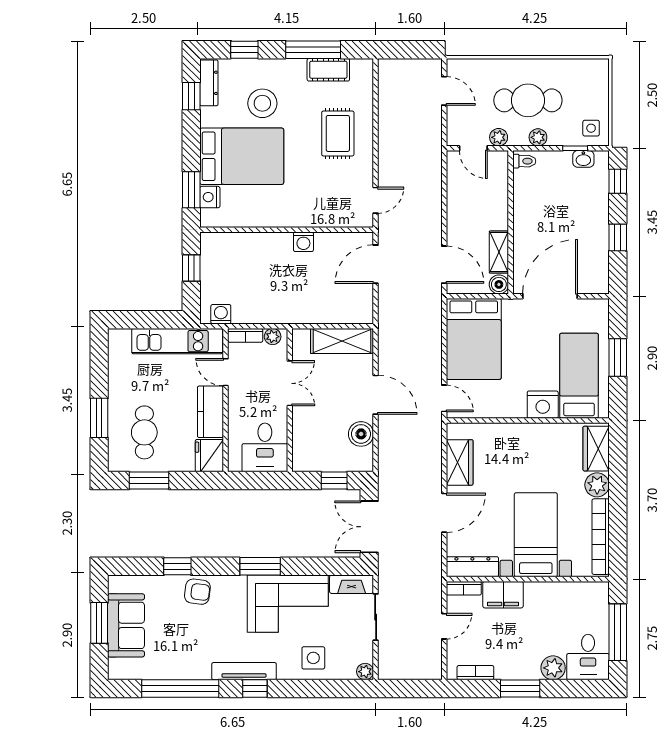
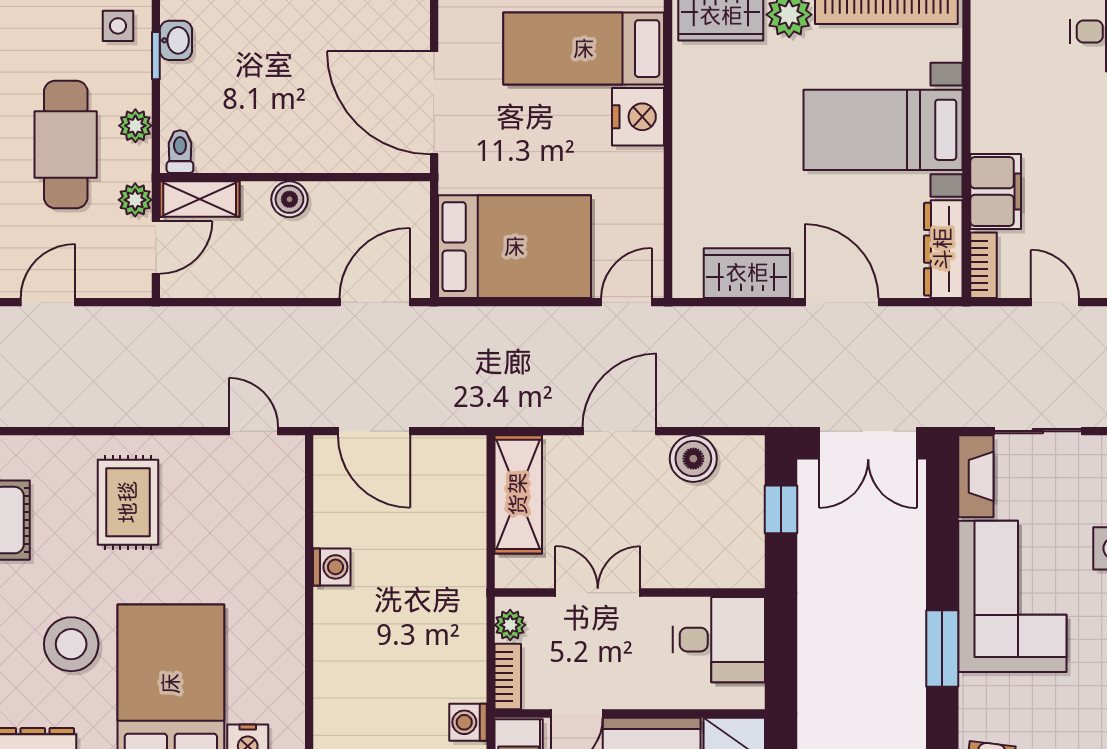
rug: (338, 133) -> (128, 502), turned 90
shelving: (499, 252) -> (200, 199), moved
boiler: (499, 284) -> (289, 199), moved

